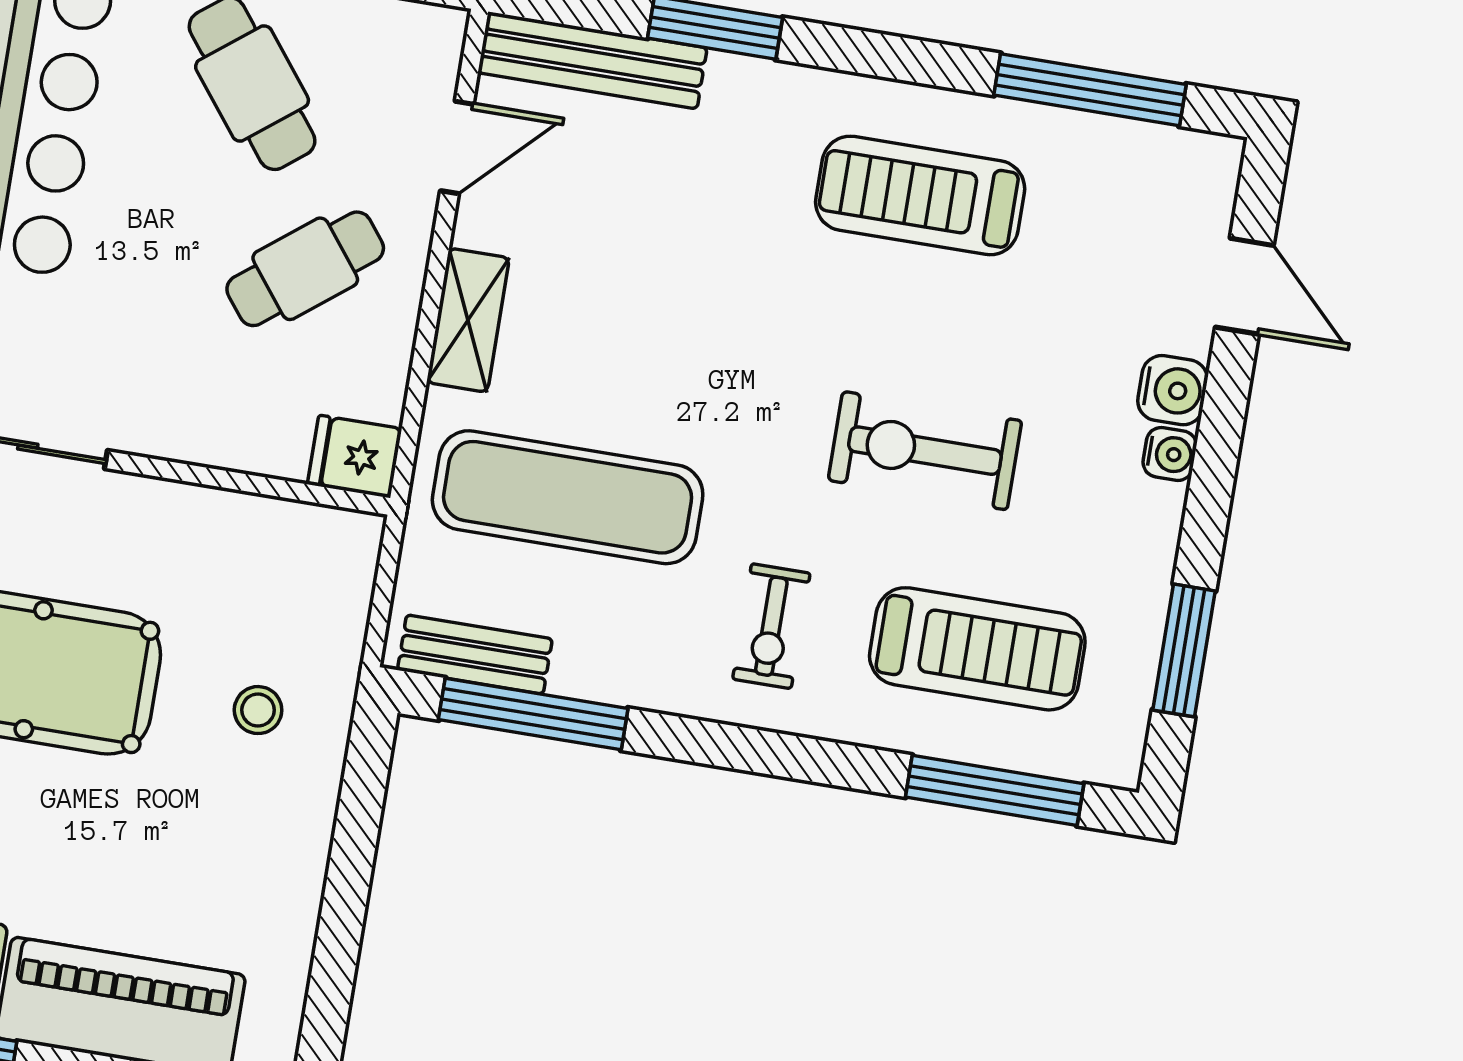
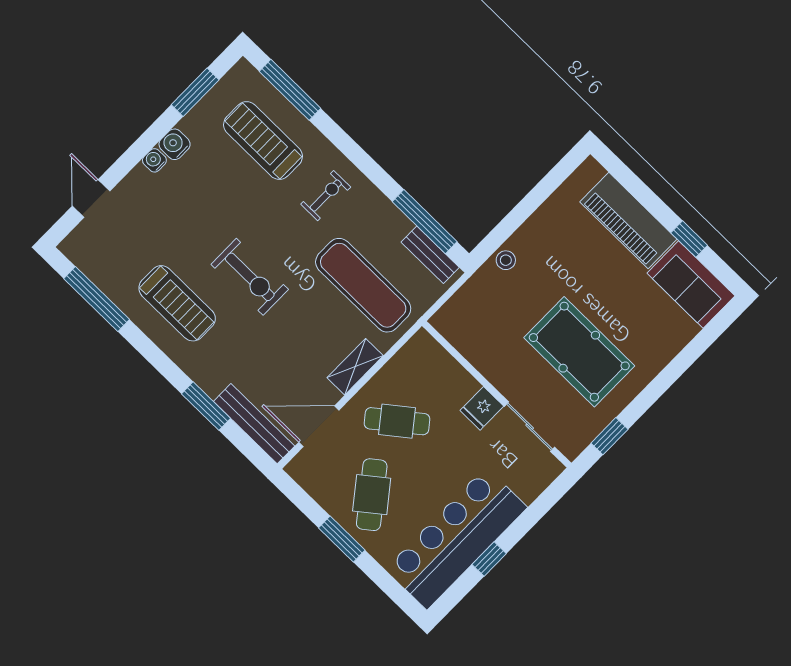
door: (457, 147) -> (319, 426), width x1.38
water cooler: (1173, 390) -> (175, 144), moved
exercise bike: (925, 451) -> (250, 277), moved
fridge: (355, 456) -> (482, 408), moved, turned 90
stool: (258, 710) -> (506, 260), moved

